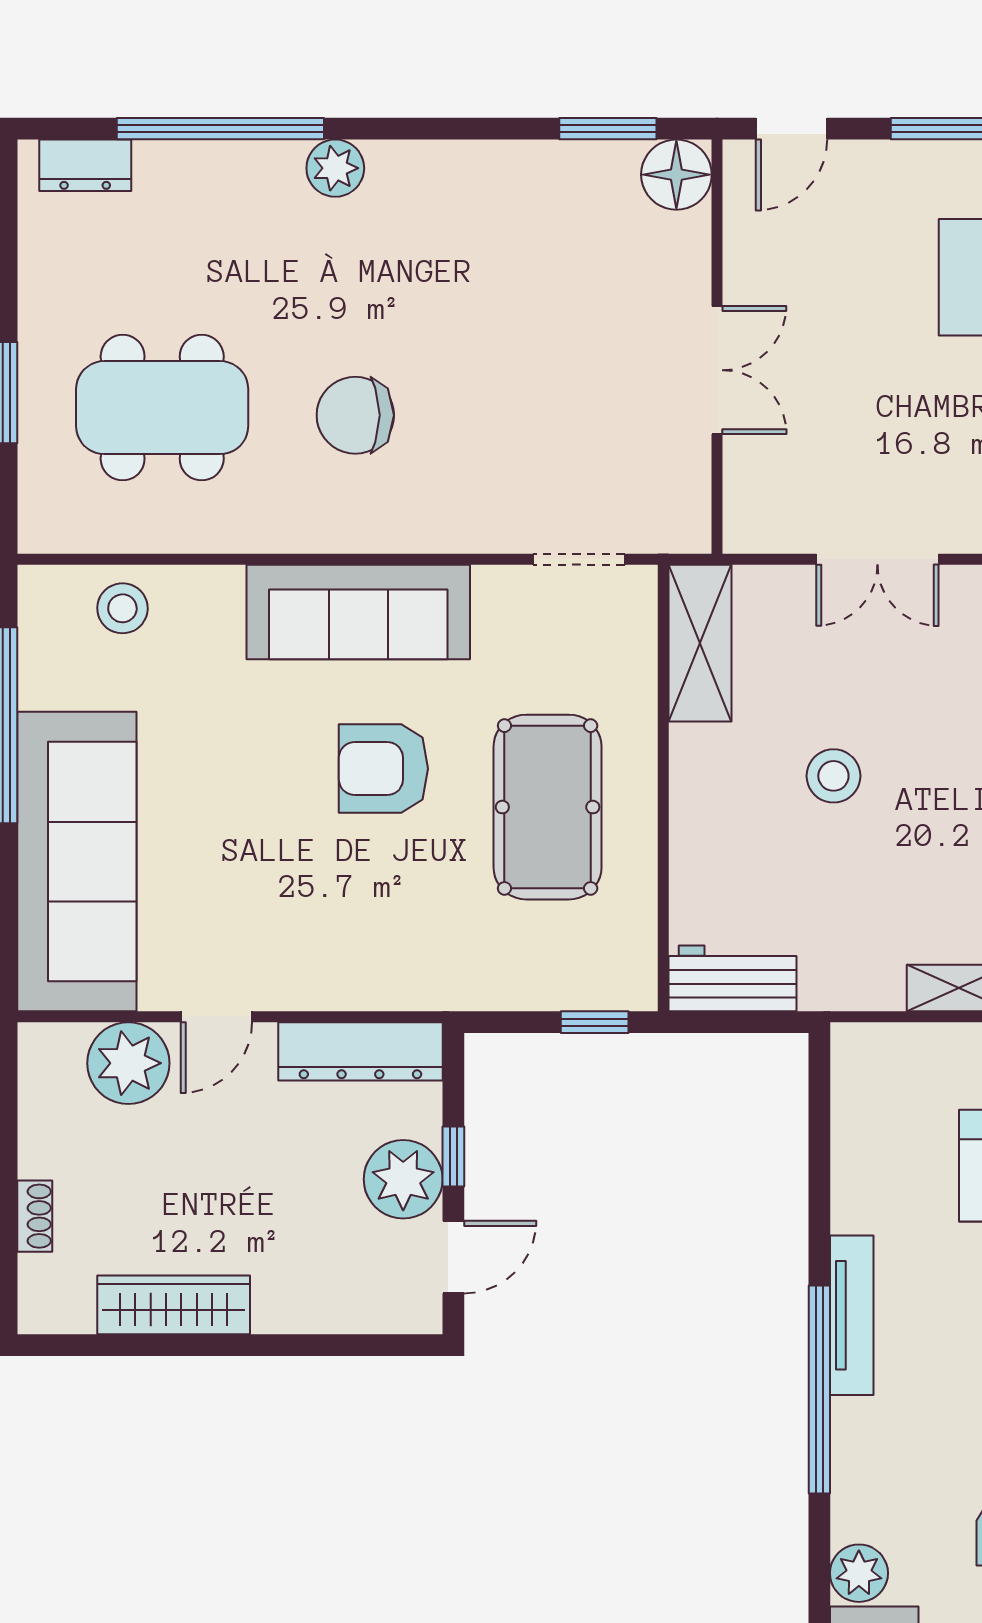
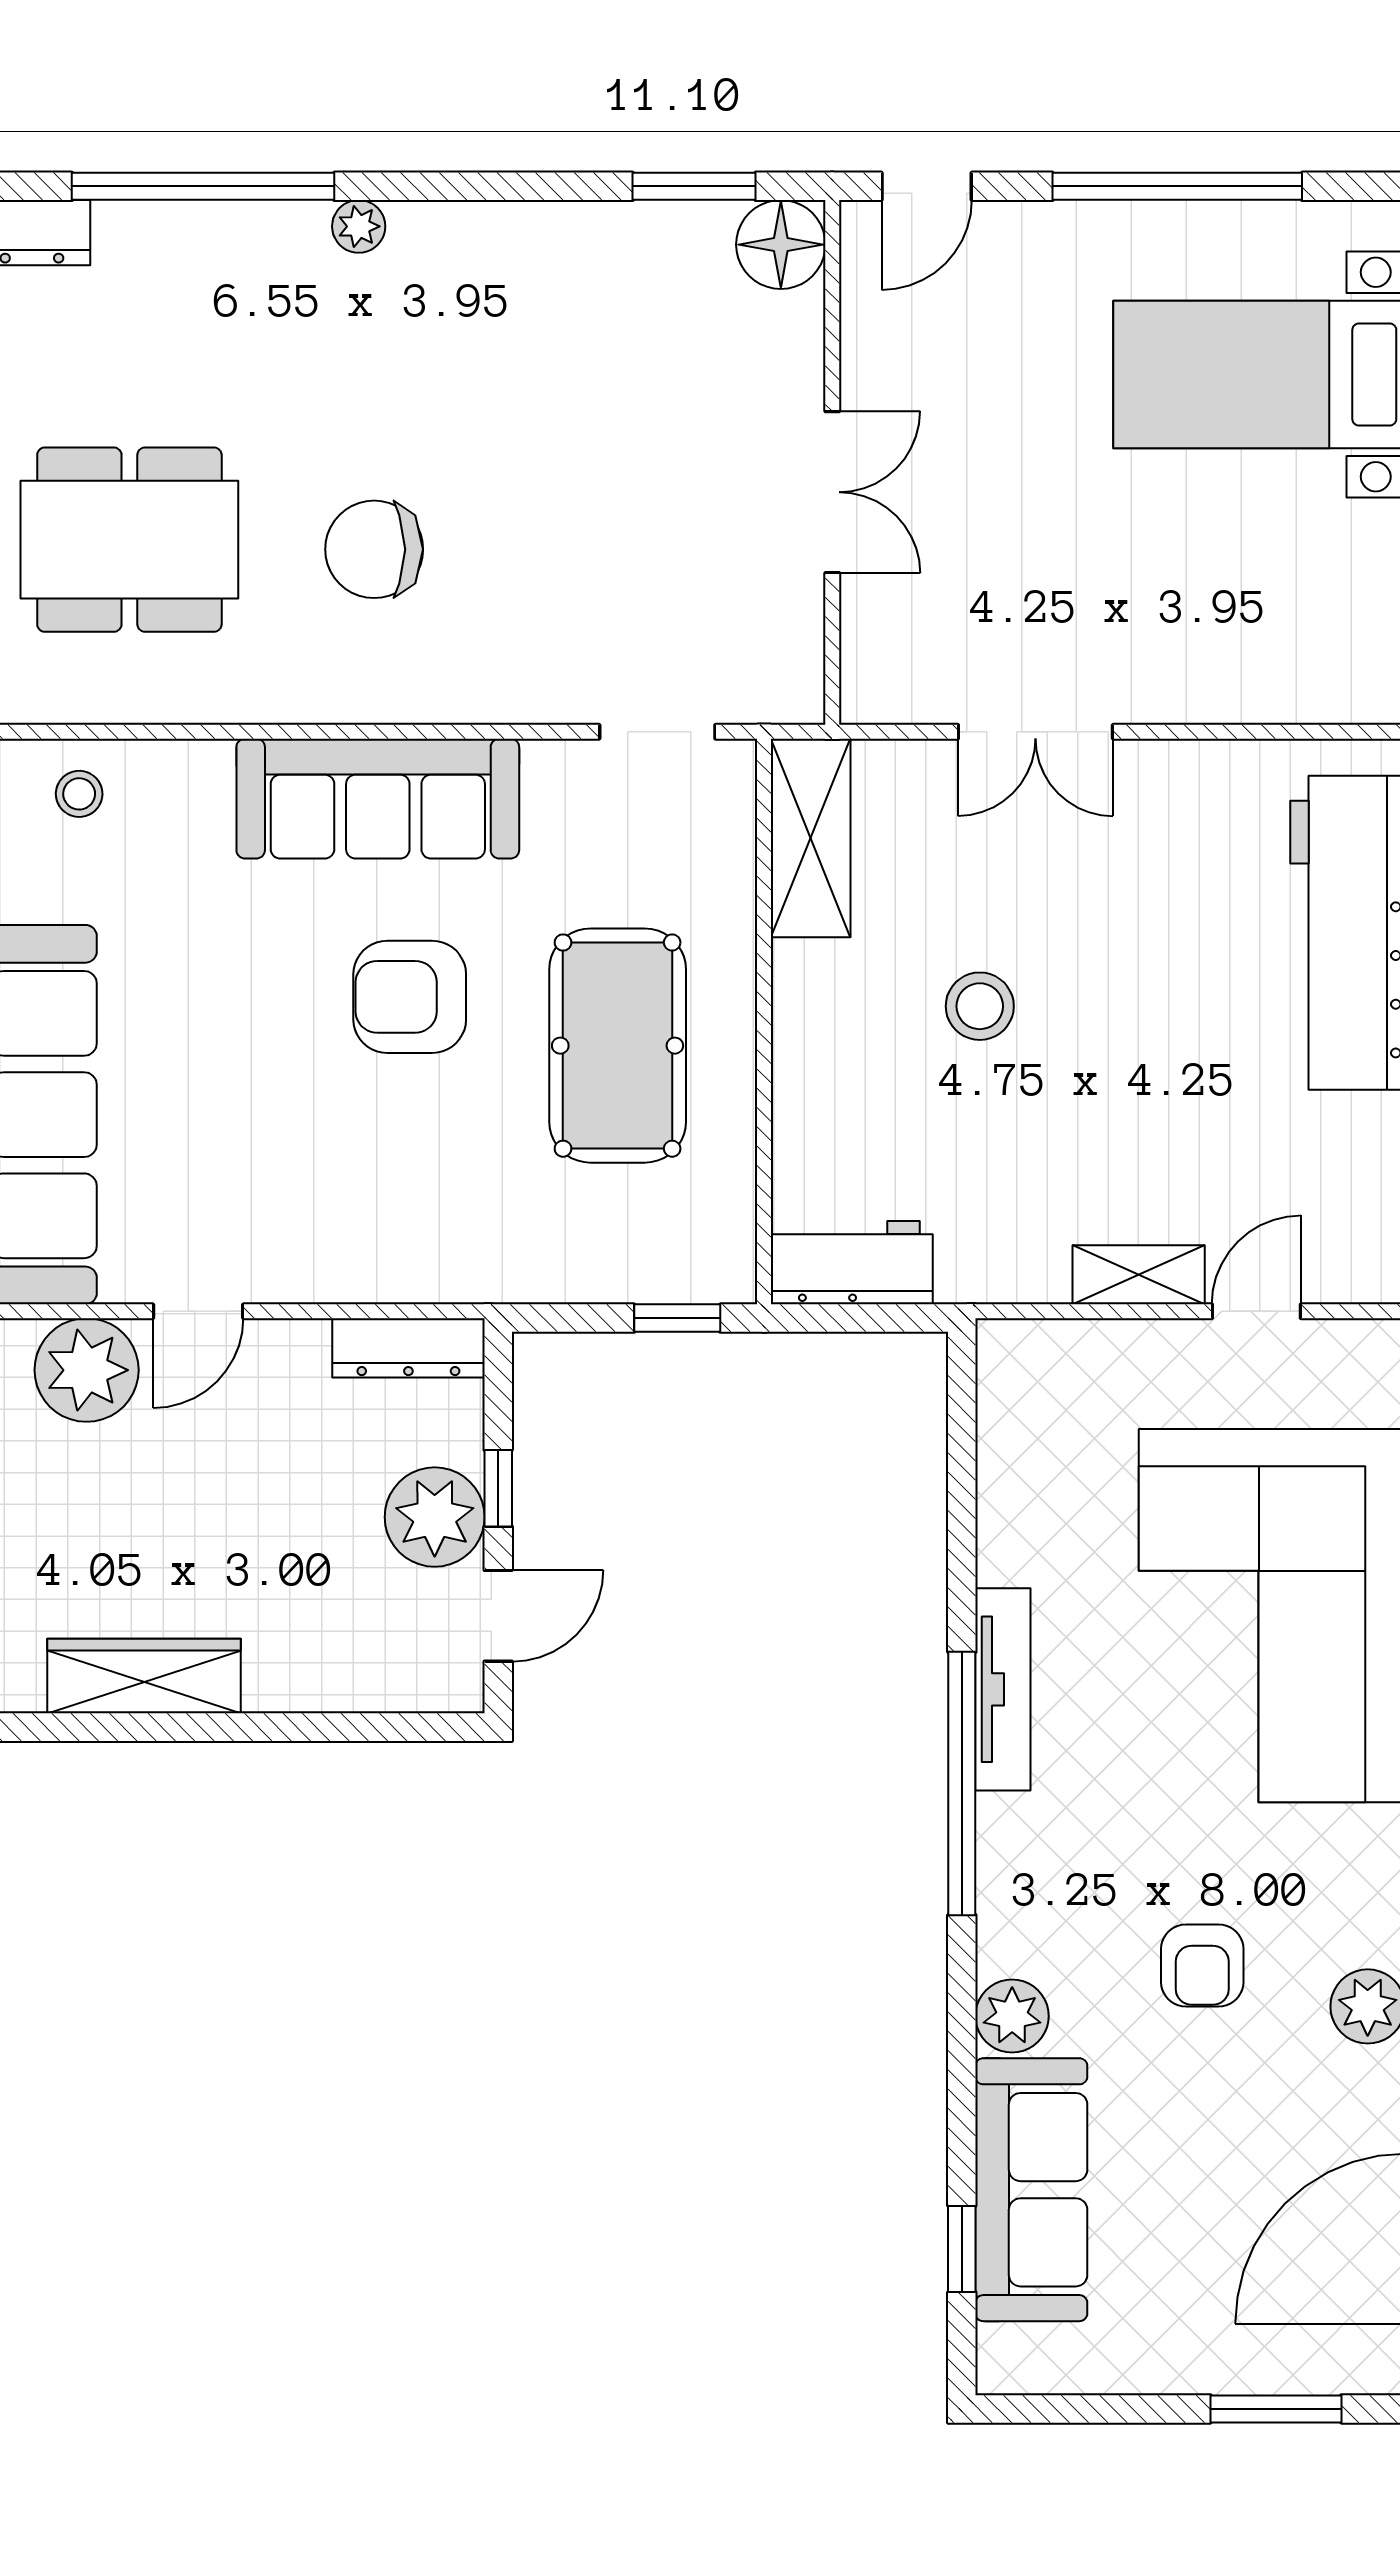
plant: (335, 168) -> (359, 226), width x0.73, depth x0.73
stool: (122, 608) -> (79, 794), width x0.73, depth x0.73
dresser: (360, 1051) -> (408, 1348), width x0.73, depth x0.80

